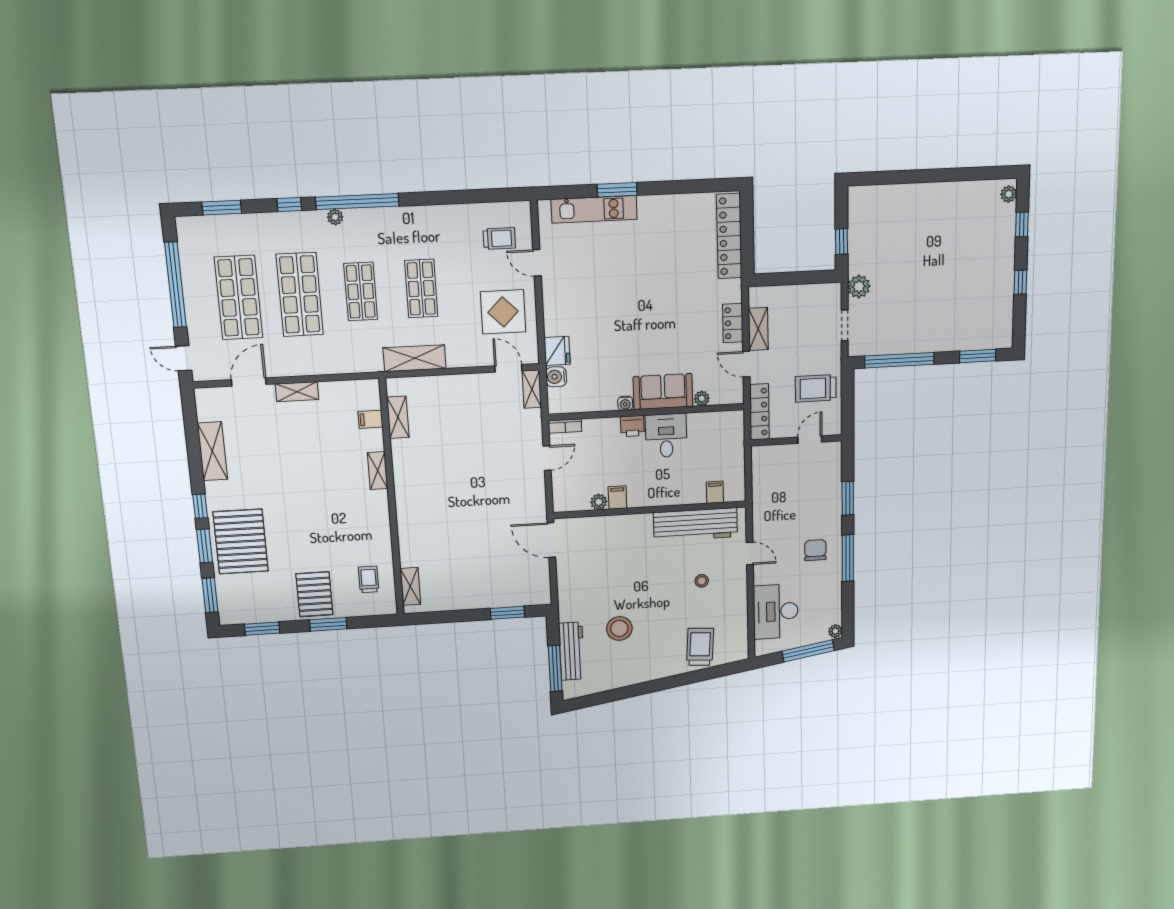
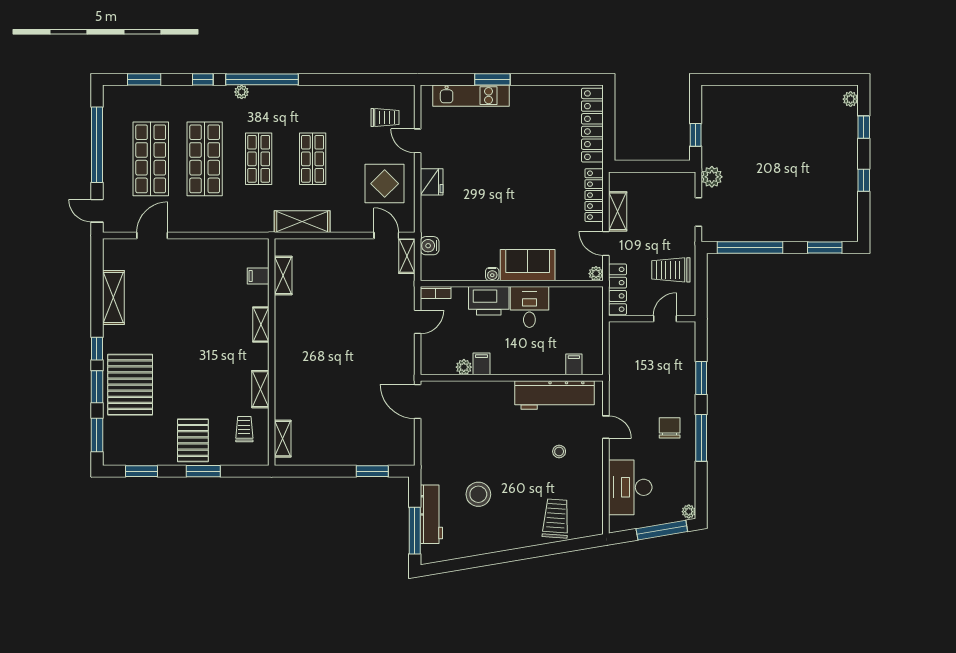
locker: (733, 323) -> (594, 195), width x1.53
fridge: (557, 351) -> (432, 182), moved
shelving: (297, 392) -> (260, 389), moved, turned 90
plant: (702, 398) -> (596, 274), moved
printer: (632, 426) -> (489, 301), width x1.87, depth x1.48

